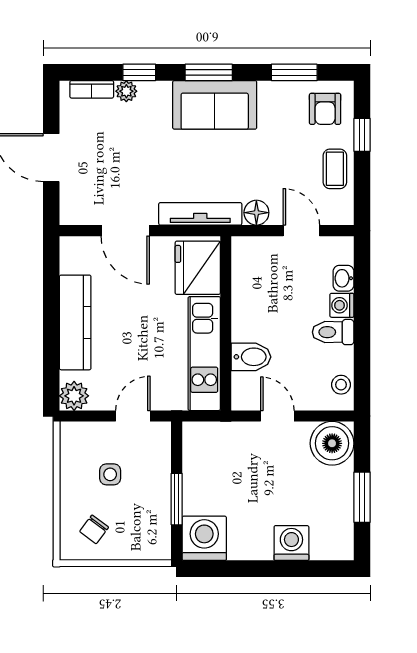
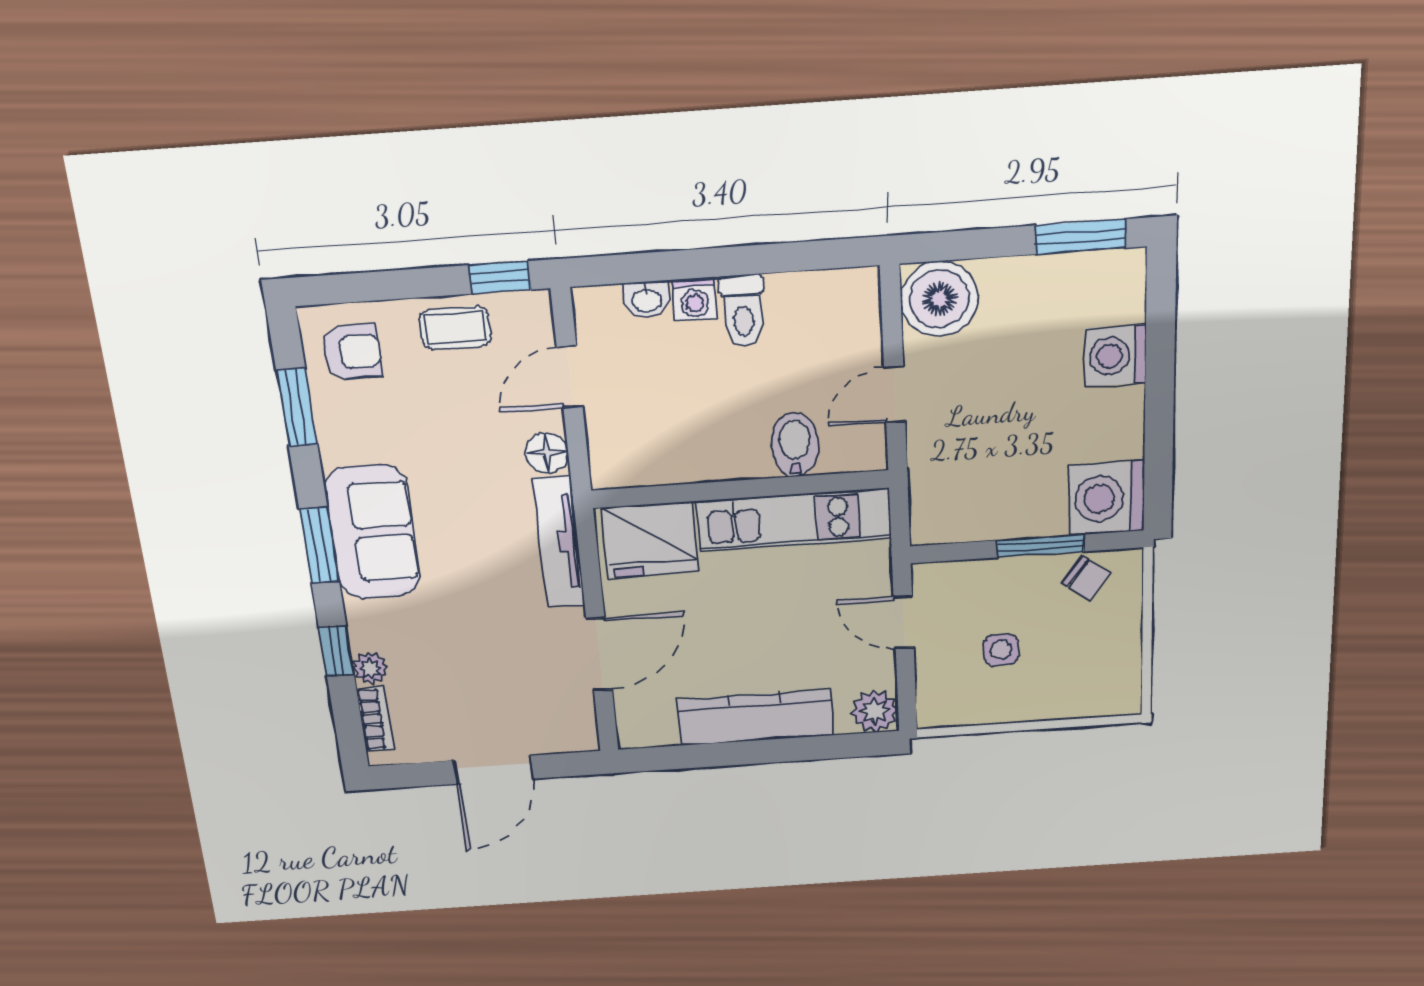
window: (362, 135) -> (500, 277), moved
stool: (341, 385) -> (835, 291), removed
window: (362, 497) -> (1080, 237), moved
chair: (94, 529) -> (1087, 578), moved

